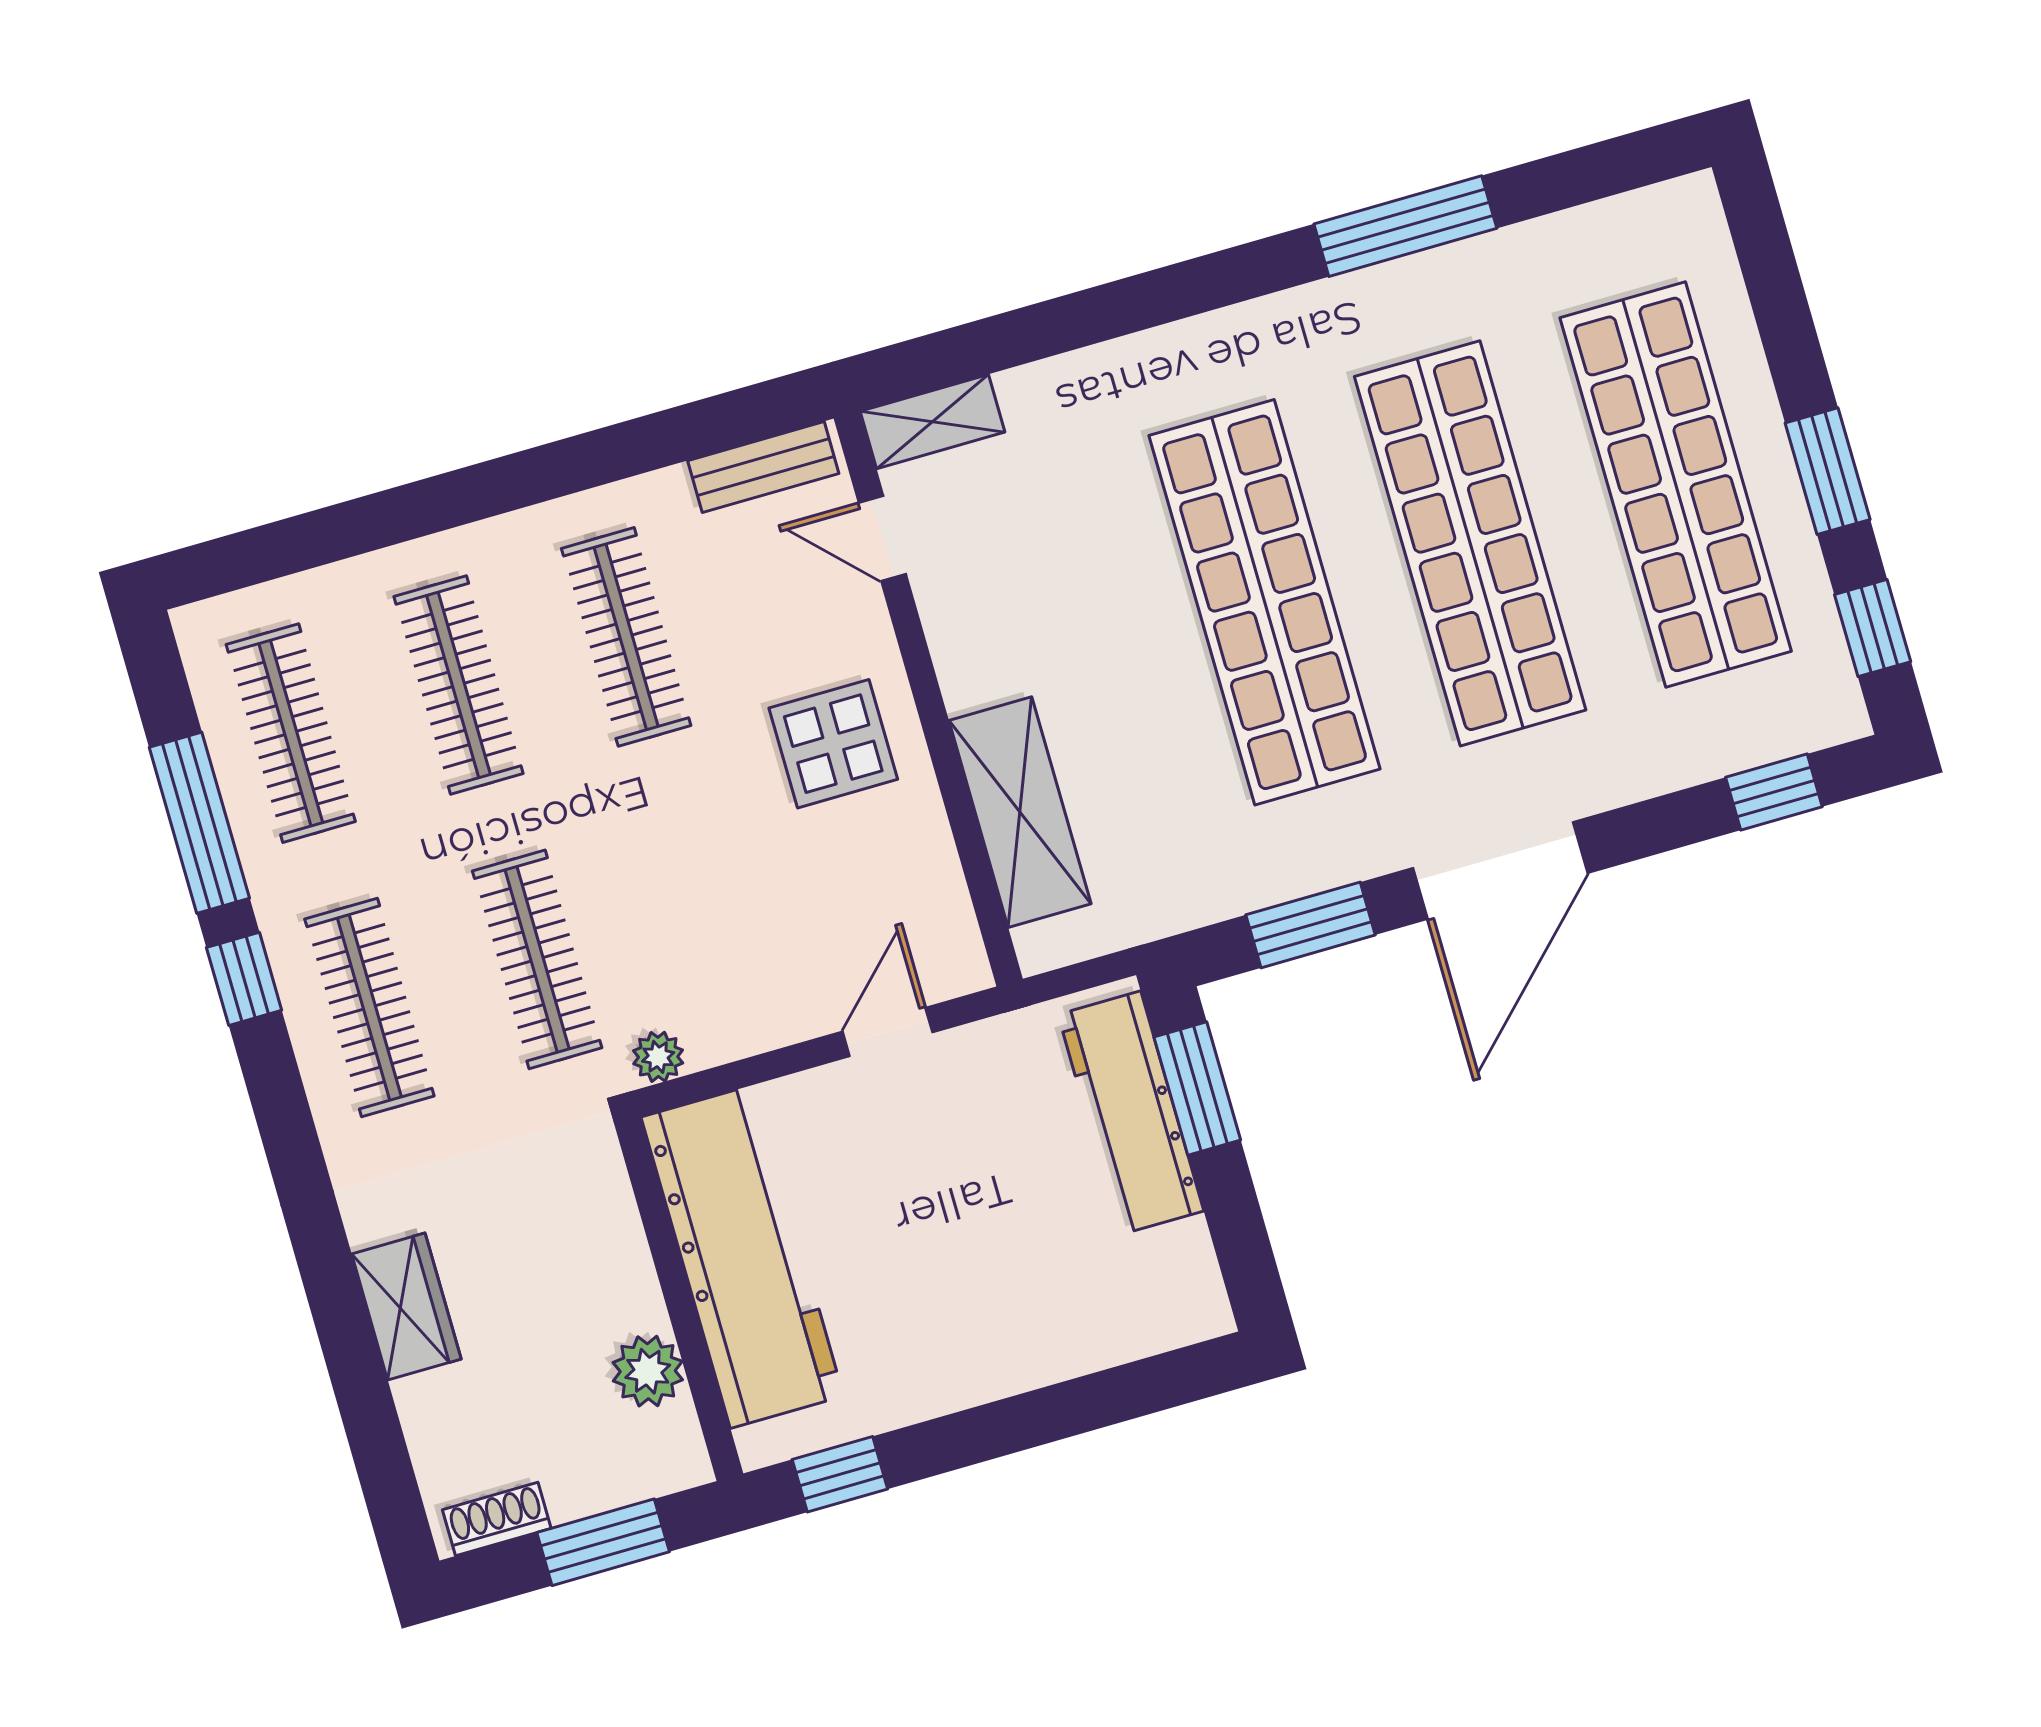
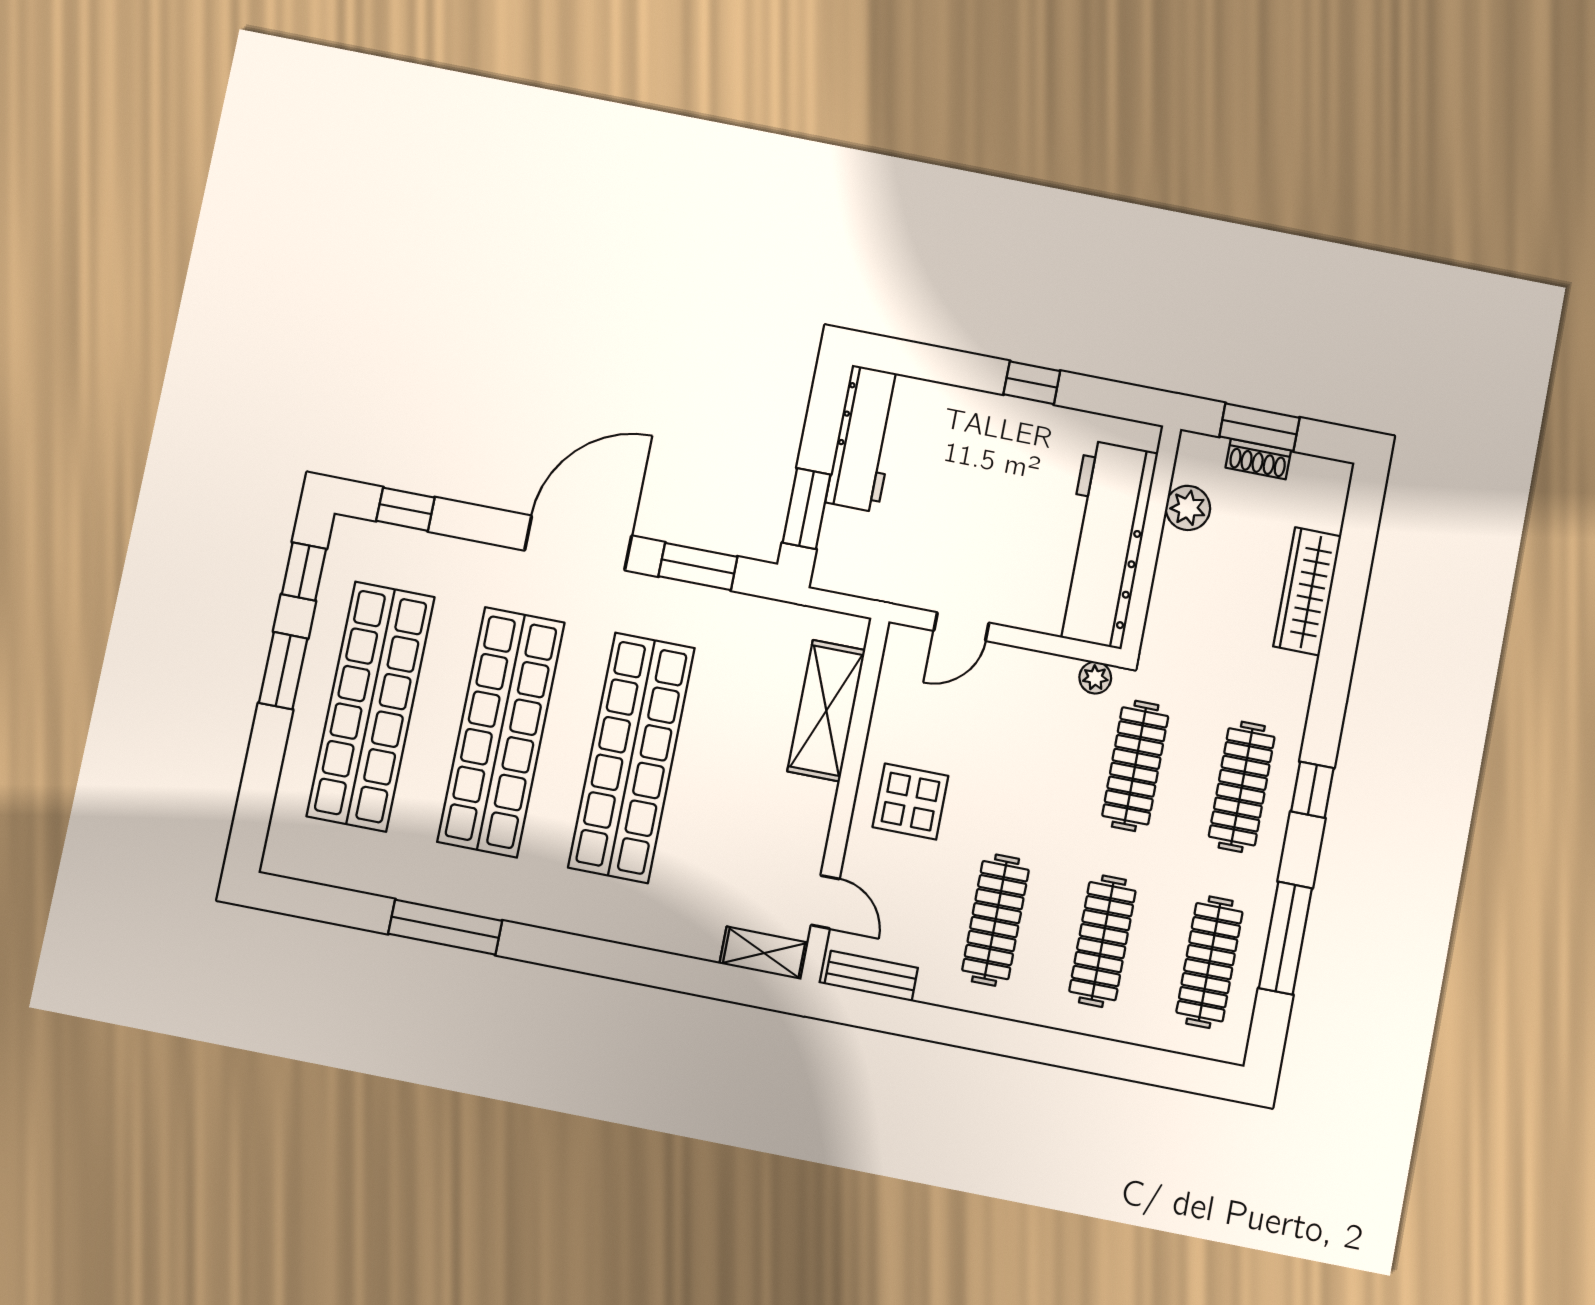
window: (244, 979) -> (1312, 790), moved
workbench: (1131, 1113) -> (865, 439), moved
wardrobe: (406, 1306) -> (1307, 591), width x1.50
window: (840, 1474) -> (1032, 383), moved
shoe rack: (497, 1519) -> (1258, 459), moved

